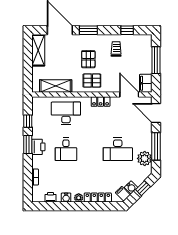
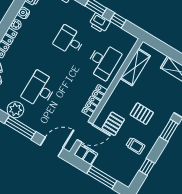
pallet: (92, 81) -> (113, 124), moved
locker: (101, 101) -> (95, 101), width x1.53
printer: (38, 147) -> (100, 23), moved

